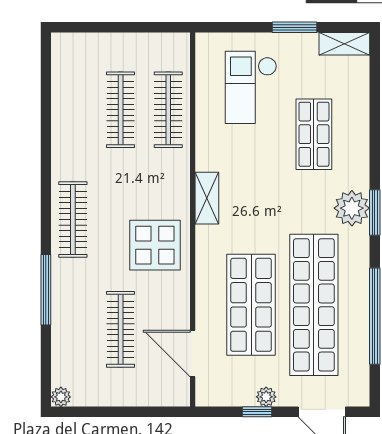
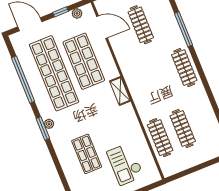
checkout: (251, 87) -> (125, 164), turned 180
shelving: (207, 198) -> (120, 91), moved
plant: (352, 208) -> (49, 124), width x0.53, depth x0.53
display table: (155, 245) -> (141, 71), removed
plant: (266, 397) -> (77, 13), moved

